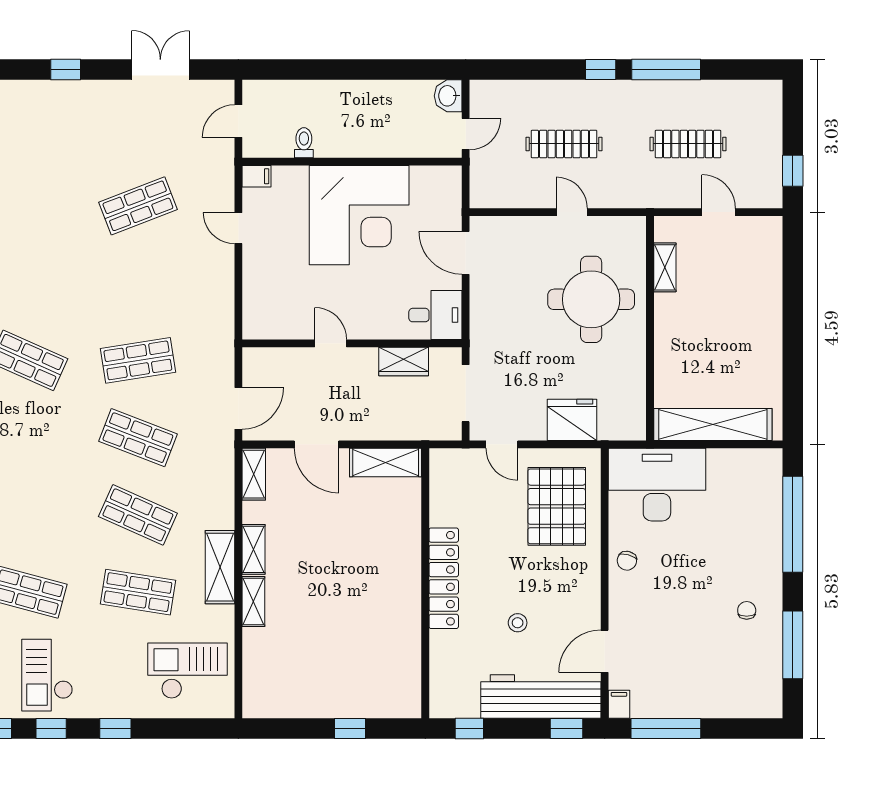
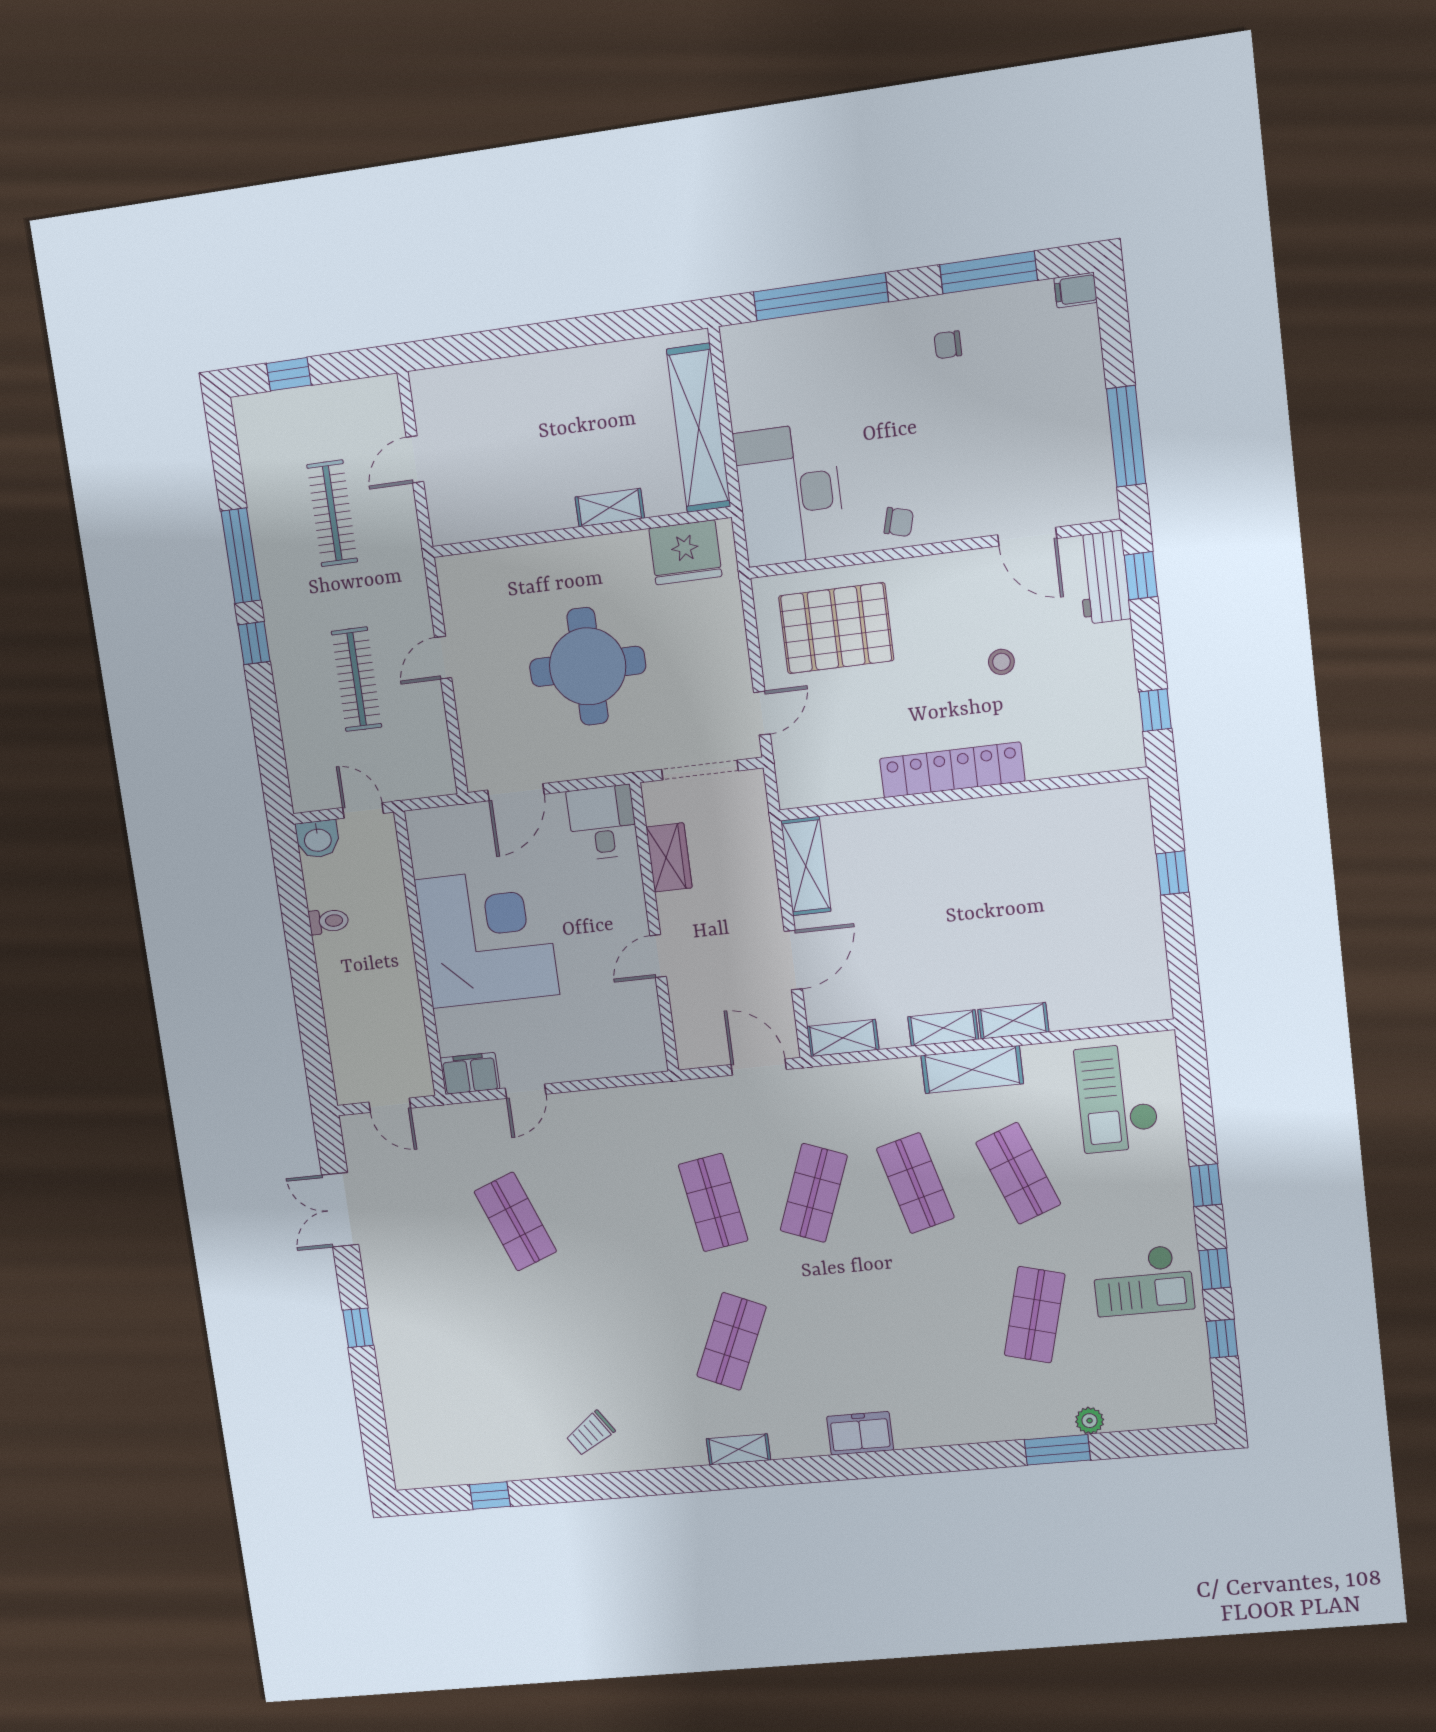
toilet: (304, 143) -> (329, 921), moved, turned 180
window: (793, 171) -> (289, 374), moved
filing cabinet: (257, 176) -> (470, 1073), width x2.00
shelving: (665, 267) -> (610, 508), moved
round table: (591, 299) -> (588, 666), moved
fridge: (572, 420) -> (685, 552), moved, turned -90
shop shelf: (138, 515) -> (915, 1183), turned -39
shop shelf: (138, 592) -> (1018, 1173), turned -30
workbench: (541, 697) -> (1103, 577), width x0.53, depth x0.76
filing cabinet: (619, 704) -> (1076, 290), moved

